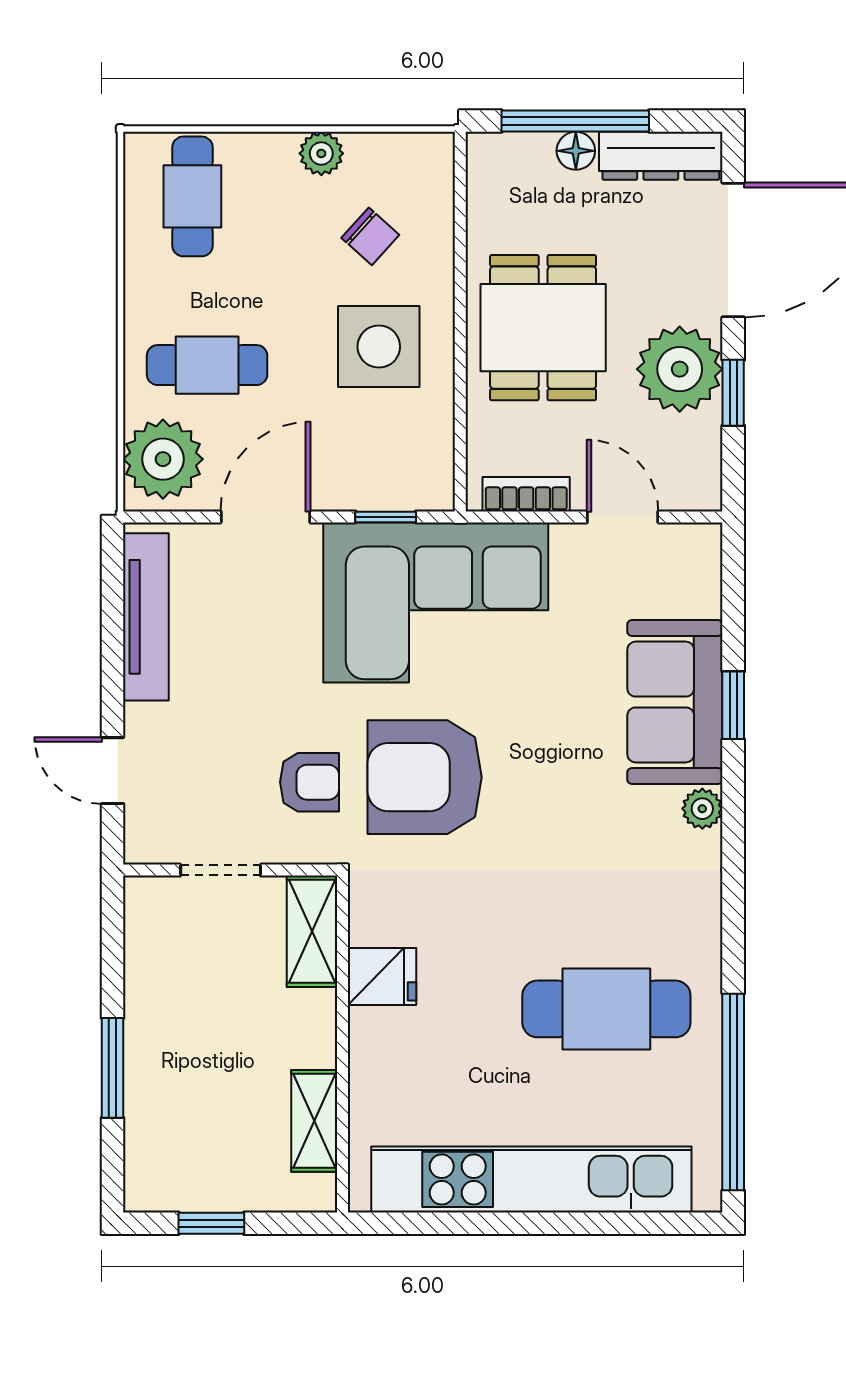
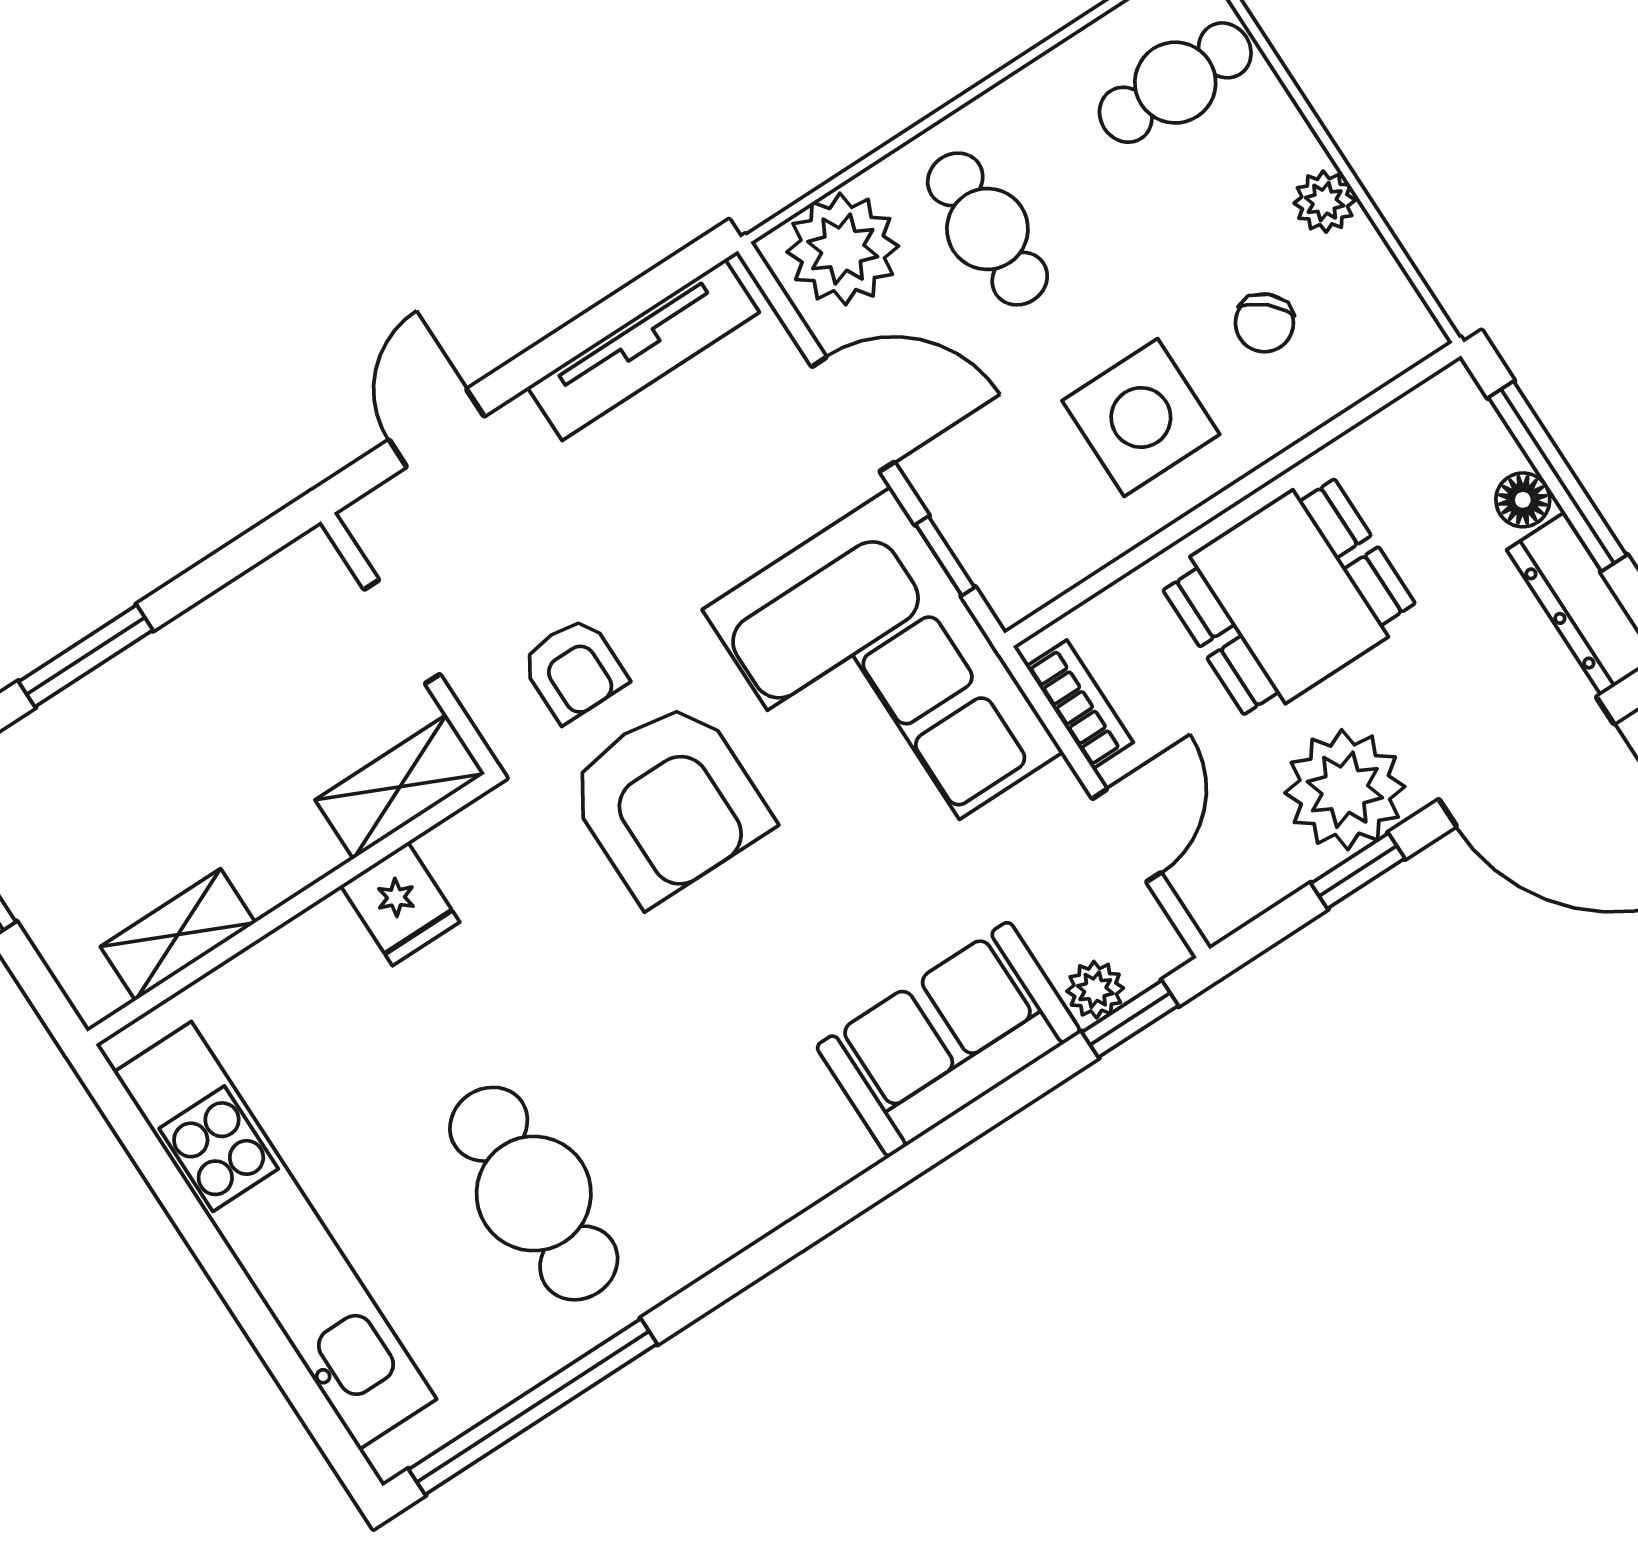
window: (733, 705) -> (1130, 1019), moved
armchair: (425, 777) -> (668, 801), turned 180
plant: (702, 809) -> (1095, 990), moved

